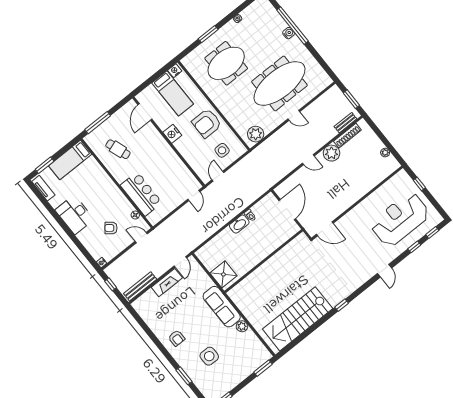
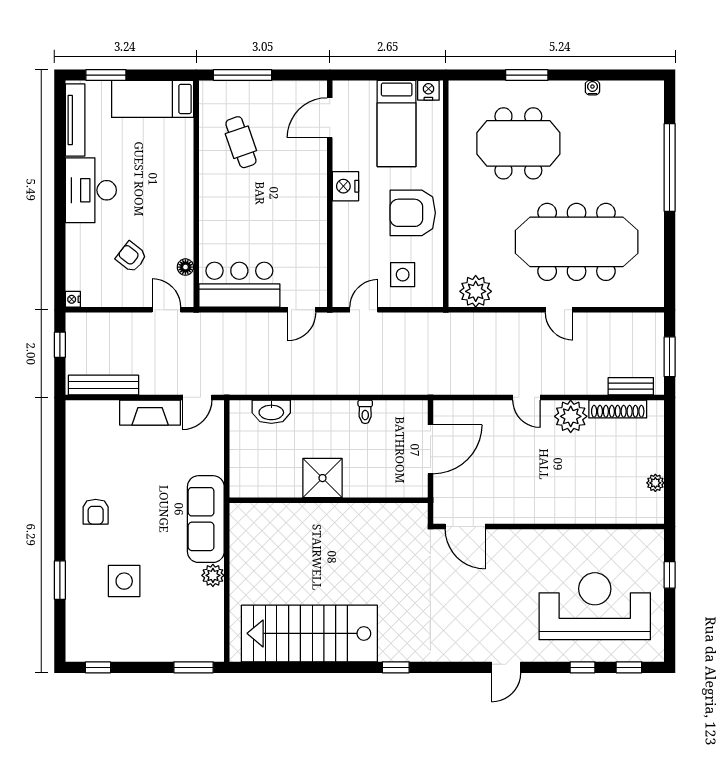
water cooler: (289, 33) -> (654, 174), removed
tv unit: (43, 188) -> (75, 120), width x1.41
bar counter: (141, 194) -> (239, 285), moved, turned -90
washbasin: (239, 224) -> (271, 412), moved
shower: (223, 274) -> (322, 478), moved

